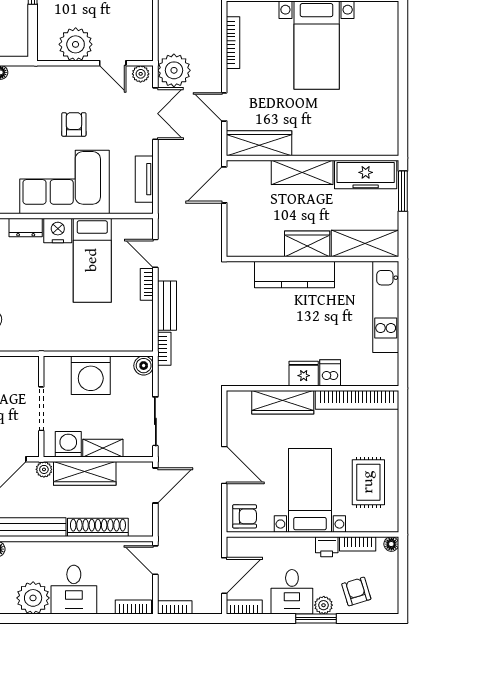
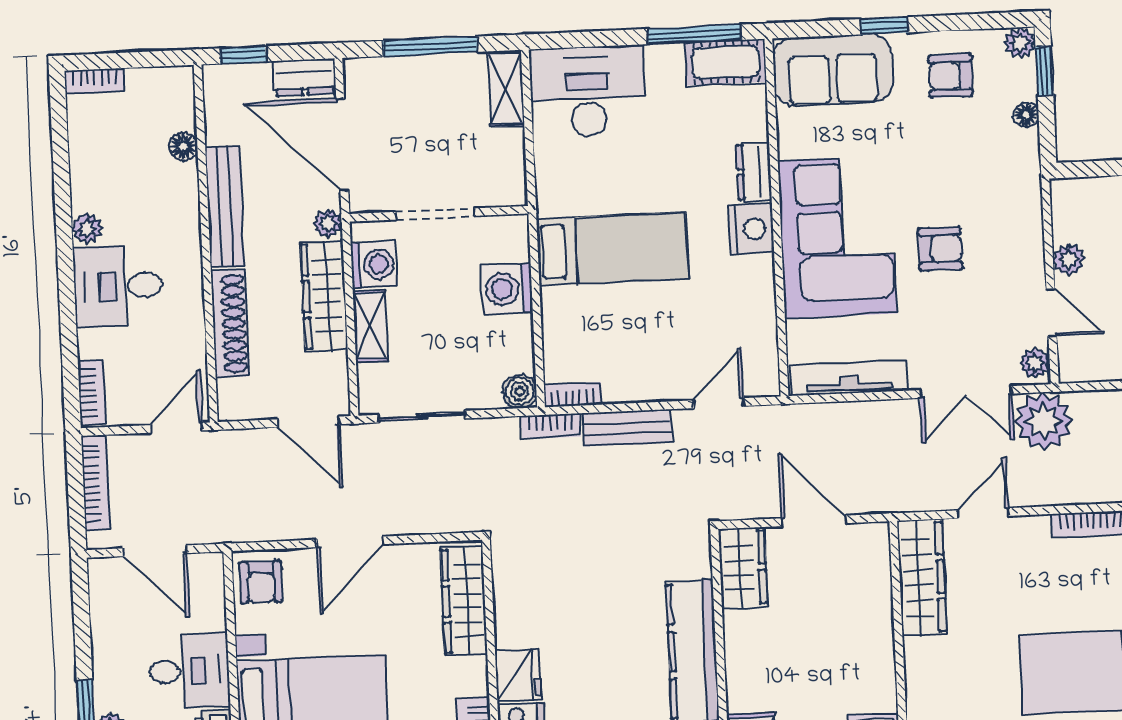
plant: (76, 44) -> (1069, 260), width x0.53, depth x0.53
door: (113, 63) -> (1051, 313), swing flipped
shelving: (302, 172) -> (874, 656), removed
tv unit: (144, 179) -> (849, 378), width x1.41
door: (224, 185) -> (814, 521), moved
wardrobe: (307, 244) -> (743, 568), moved
bed: (92, 260) -> (612, 249), moved, turned 180
bookcase: (147, 284) -> (573, 395), moved
washing machine: (91, 375) -> (507, 289), width x0.73, depth x0.73
wardrobe: (283, 402) -> (464, 601), moved
desk: (292, 592) -> (189, 671), moved, turned 180
plant: (33, 598) -> (87, 229), width x0.53, depth x0.53
bookcase: (175, 607) -> (95, 483), width x1.56
bookcase: (244, 607) -> (101, 589), removed

